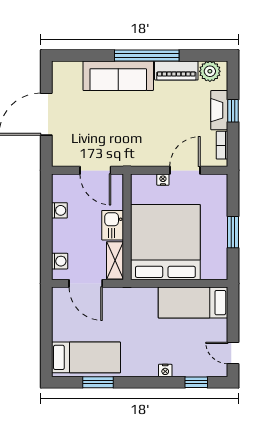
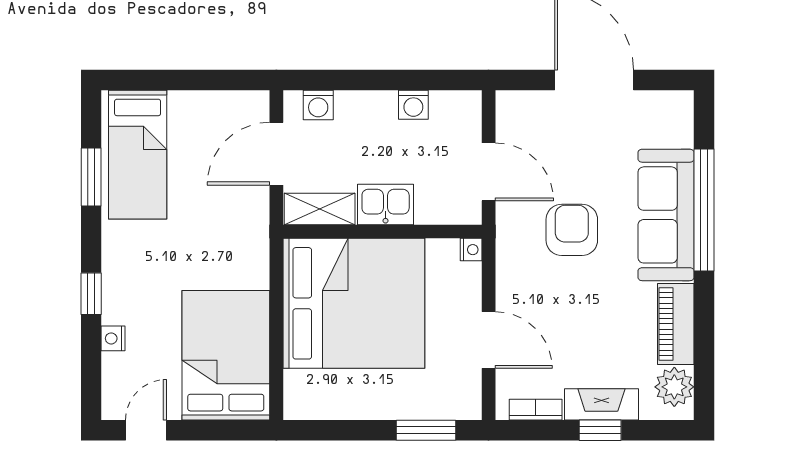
window: (147, 55) -> (704, 210), moved
armchair: (126, 126) -> (572, 230), added
door: (95, 170) -> (489, 172), swing flipped
nightstand: (163, 180) -> (471, 250), moved
window: (233, 232) -> (426, 430), moved
bed: (193, 303) -> (226, 355), width x1.50
nightstand: (165, 370) -> (113, 338), moved
window: (196, 382) -> (91, 294), moved

